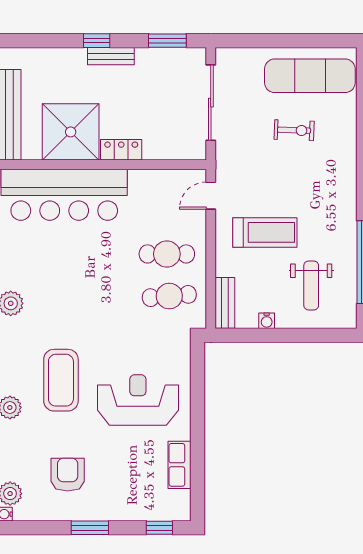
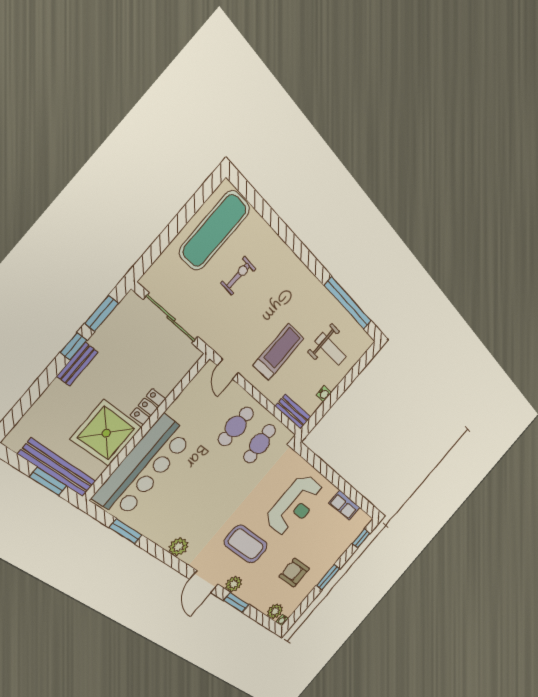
window: (97, 41) -> (74, 346), moved
reception desk: (138, 400) -> (295, 505), turned 180

